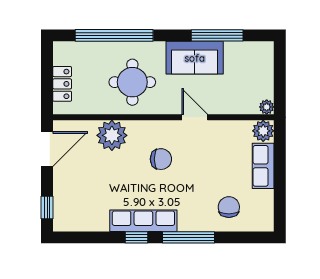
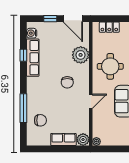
window: (47, 207) -> (50, 19), moved
row of seats: (143, 221) -> (33, 58), moved
water cooler: (73, 223) -> (32, 33), added
window: (137, 237) -> (23, 55), moved
window: (188, 237) -> (23, 108), moved

